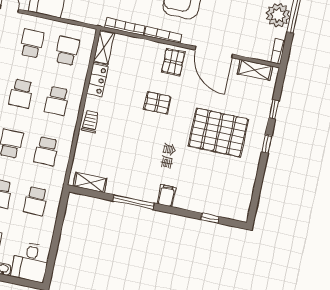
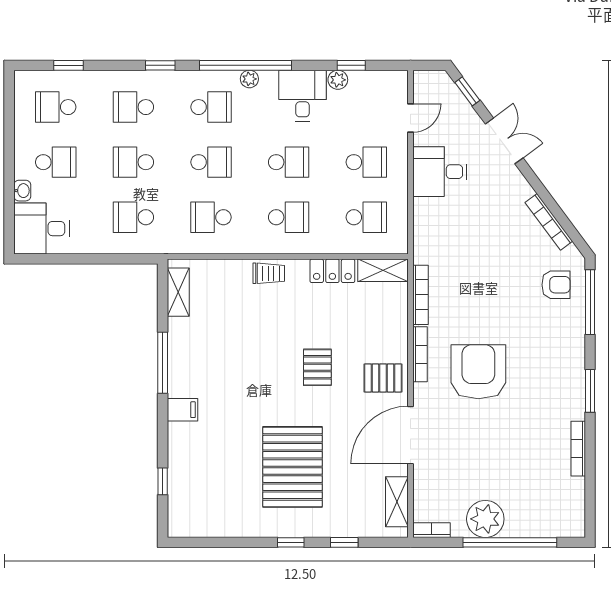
school desk: (21, 94) -> (289, 162), turned 180
school desk: (57, 101) -> (289, 217), turned 180

